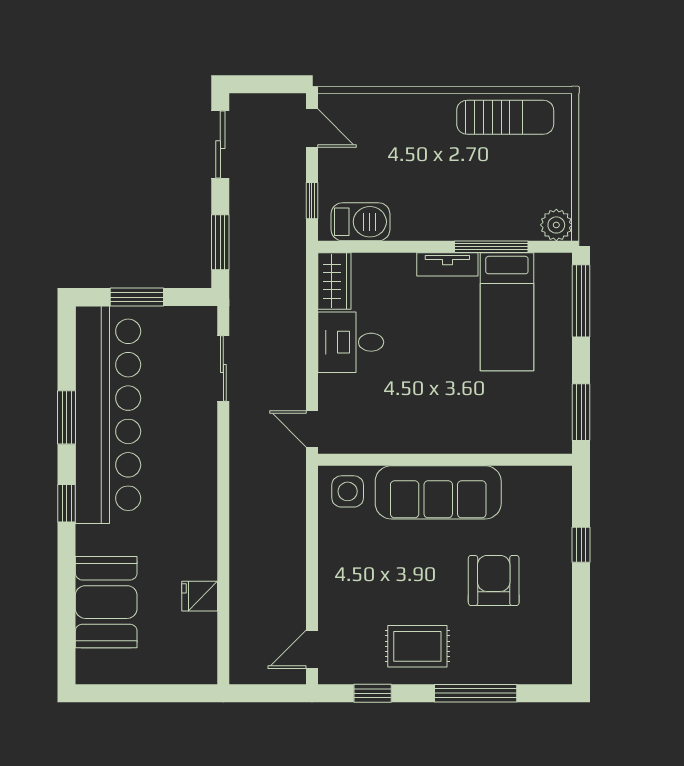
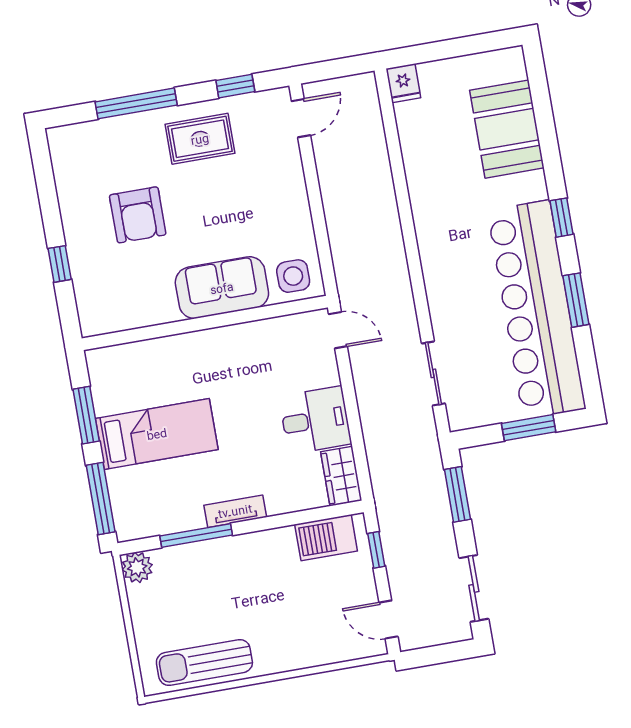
bed: (507, 312) -> (157, 434), moved, turned 90
window: (581, 412) -> (86, 415), moved
sofa: (438, 492) -> (222, 288), width x0.73
fridge: (200, 596) -> (403, 83), moved, turned 90

